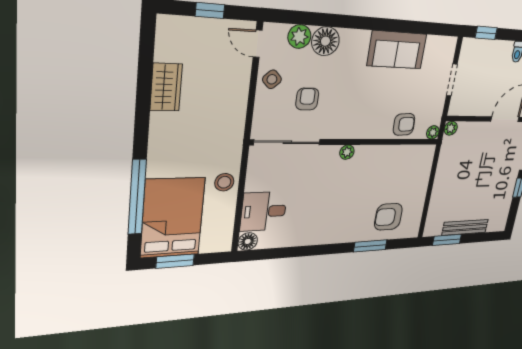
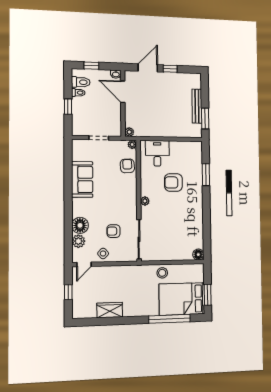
window: (486, 33) -> (68, 107), moved
desk: (264, 211) -> (157, 153), moved, turned 180
armchair: (388, 217) -> (173, 182), moved, turned 90

